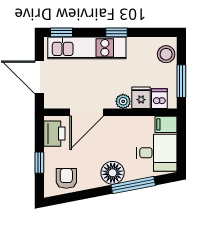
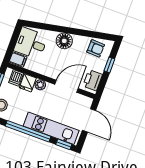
window: (117, 32) -> (28, 131), width x3.17
armchair: (66, 178) -> (96, 48), turned -88
window: (133, 185) -> (54, 28), removed

